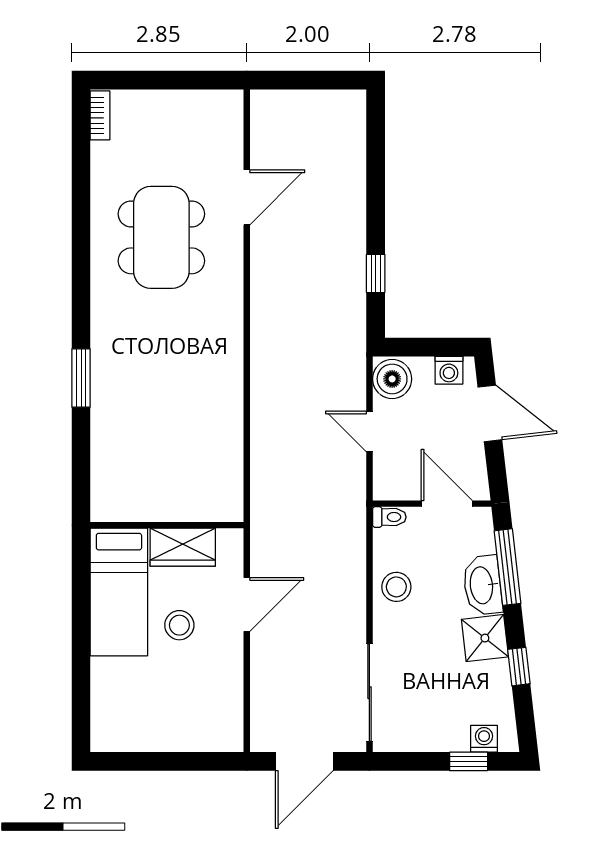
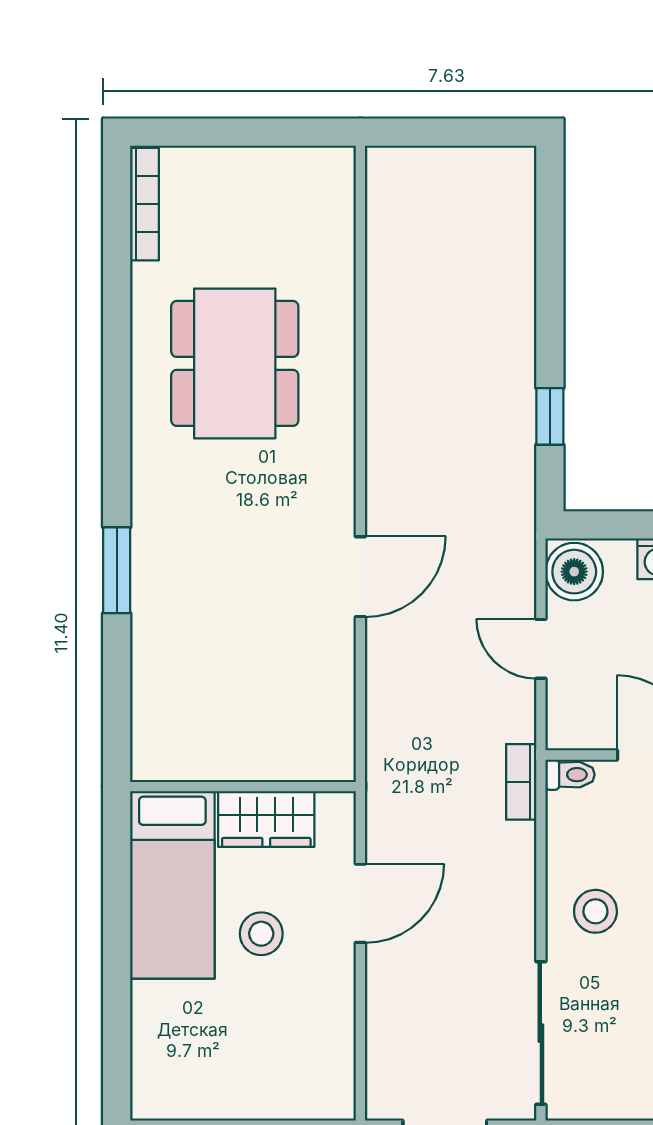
bookcase: (100, 115) -> (145, 204), width x1.56
door: (247, 197) -> (360, 577), moved
bookcase: (356, 522) -> (521, 782), added
stool: (396, 587) -> (595, 911), moved

